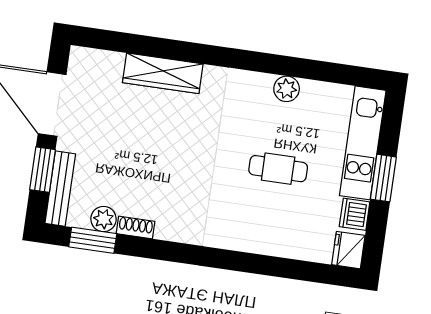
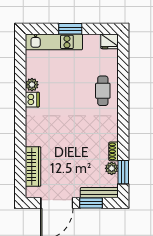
wardrobe: (163, 73) -> (33, 166), moved
cafe table: (278, 169) -> (103, 91), moved
dishwasher: (355, 214) -> (32, 100), moved, turned -90

